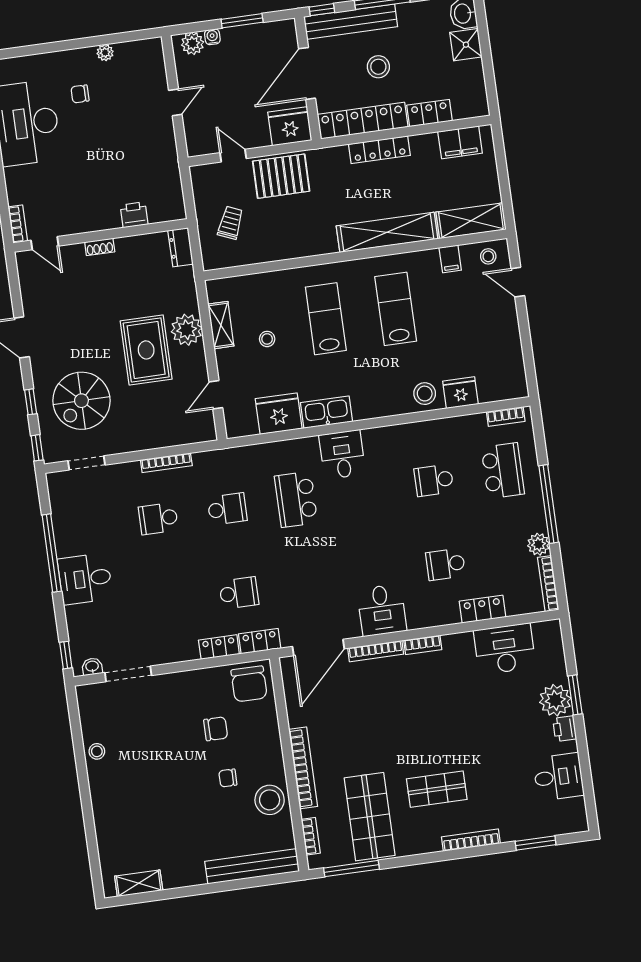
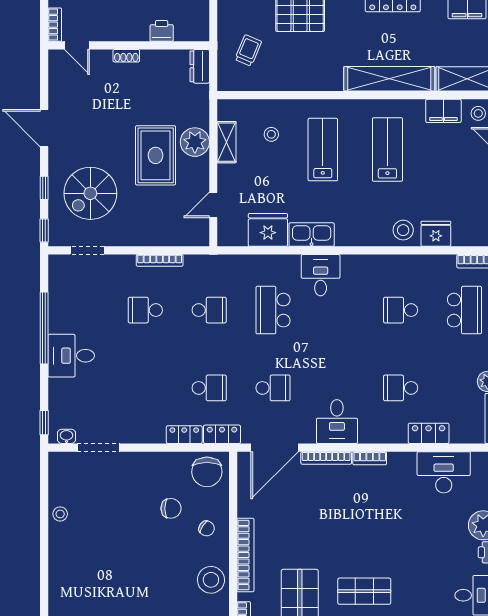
filing cabinet: (450, 259) -> (443, 111), width x2.00
stool: (267, 339) -> (271, 134), moved
school desk: (308, 583) -> (273, 388), added
chair: (228, 778) -> (207, 528), moved, turned -147

